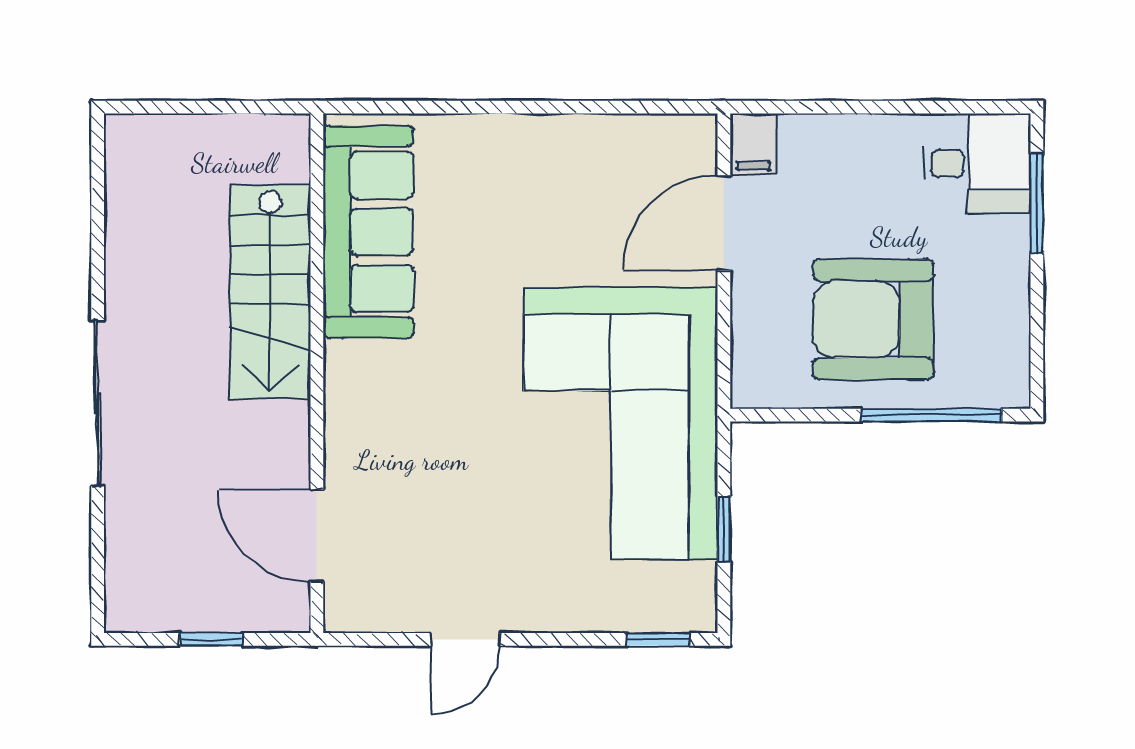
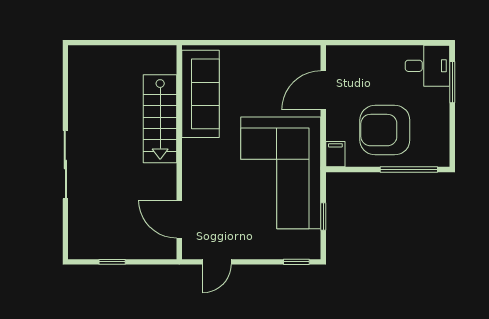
filing cabinet: (753, 144) -> (335, 154), moved, turned 180
sofa: (368, 232) -> (200, 94), moved
stairs: (270, 292) -> (160, 119), moved
wall: (317, 373) -> (179, 152), moved
door: (317, 536) -> (179, 219), moved

